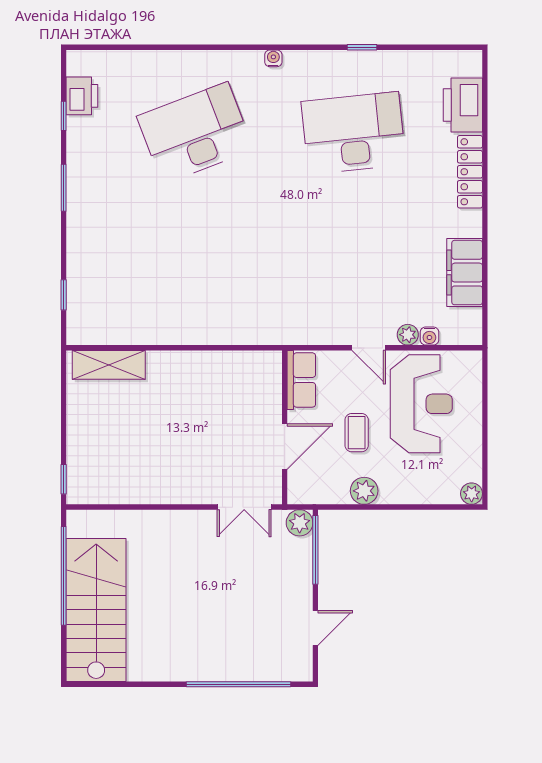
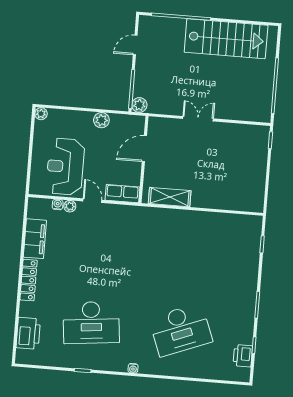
locker: (470, 172) -> (29, 280), moved
shelving: (109, 365) -> (170, 197), moved
row of seats: (301, 380) -> (122, 194), moved, turned 90
coffee table: (357, 433) -> (103, 153), removed
double door: (244, 507) -> (198, 119), moved
stairs: (96, 610) -> (226, 39), moved, turned -90

